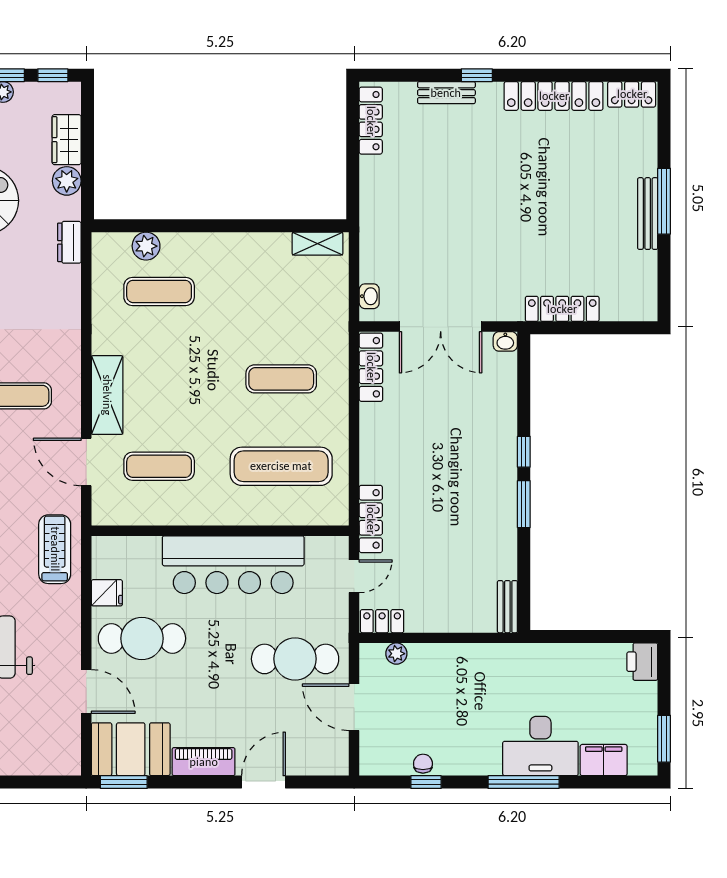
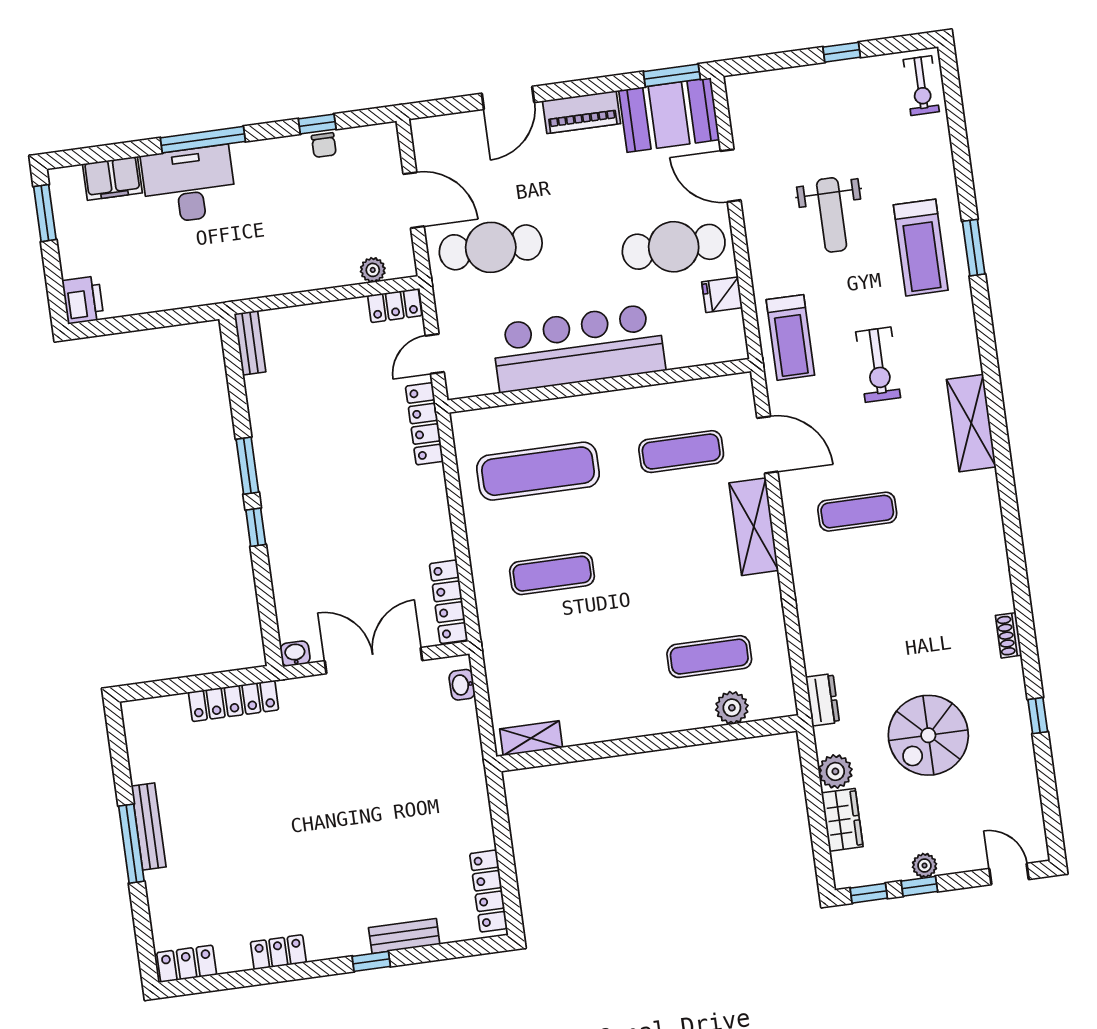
locker: (554, 96) -> (278, 952), width x0.46, depth x0.83

